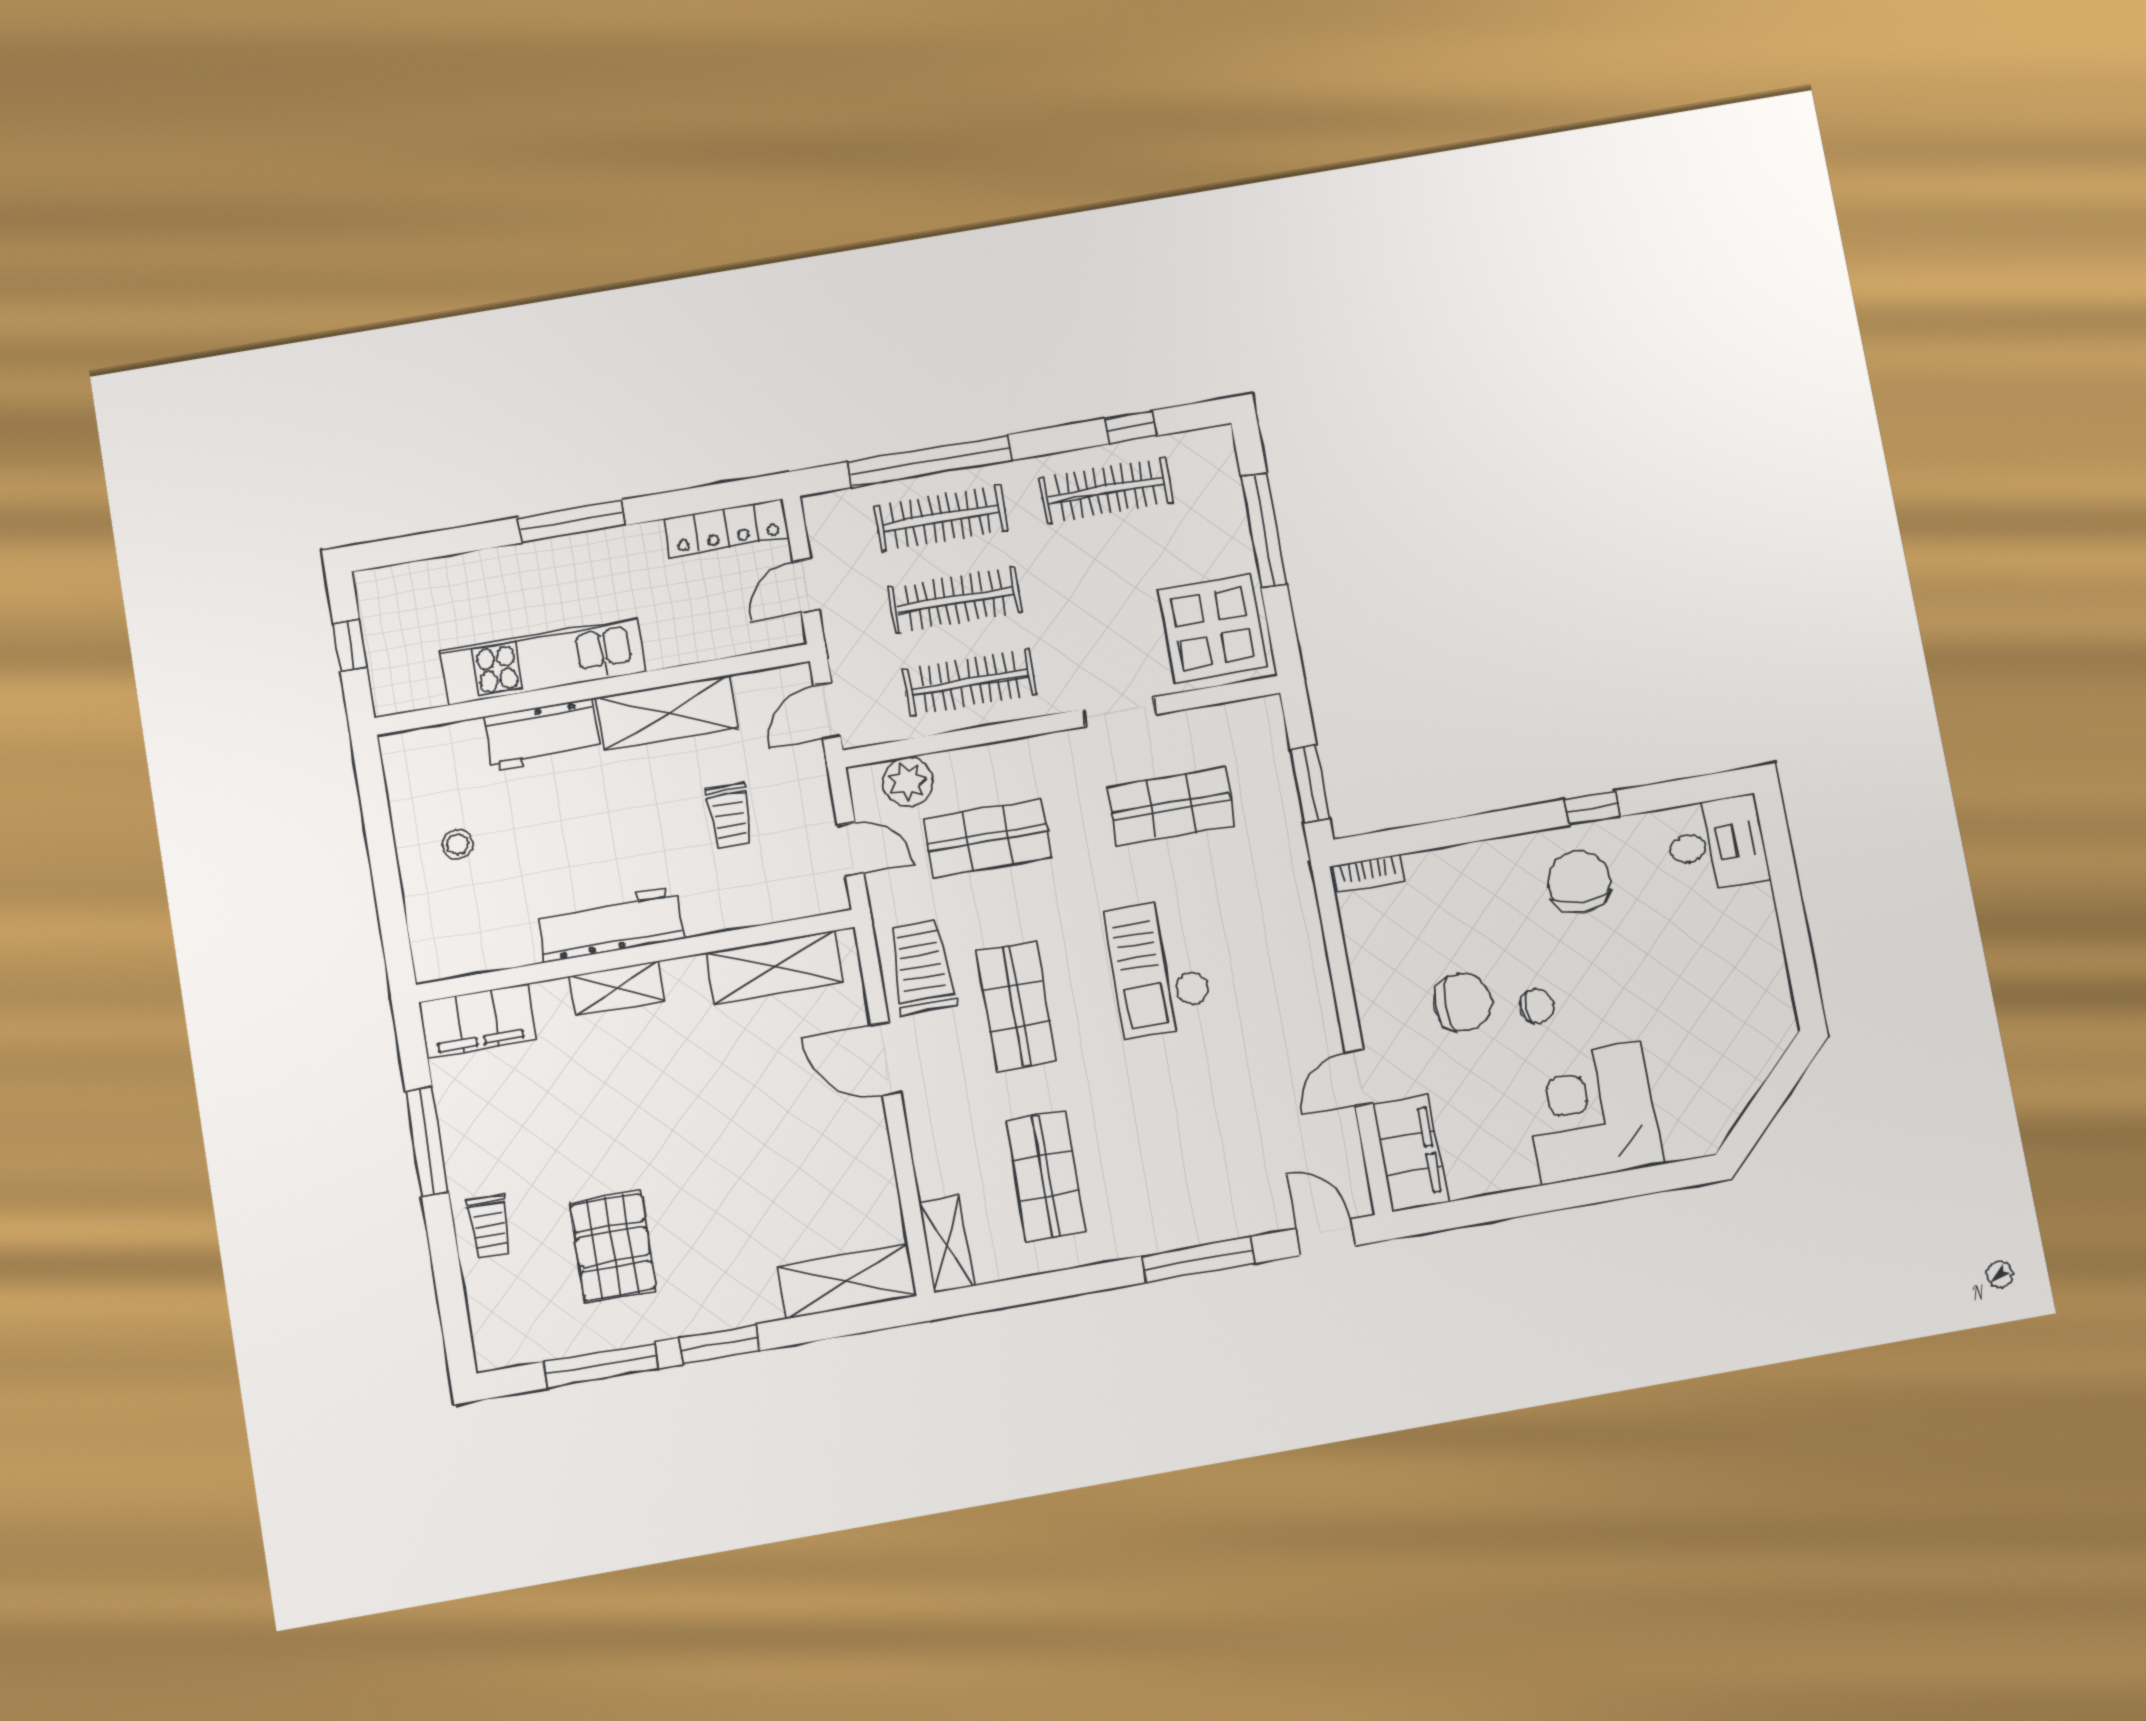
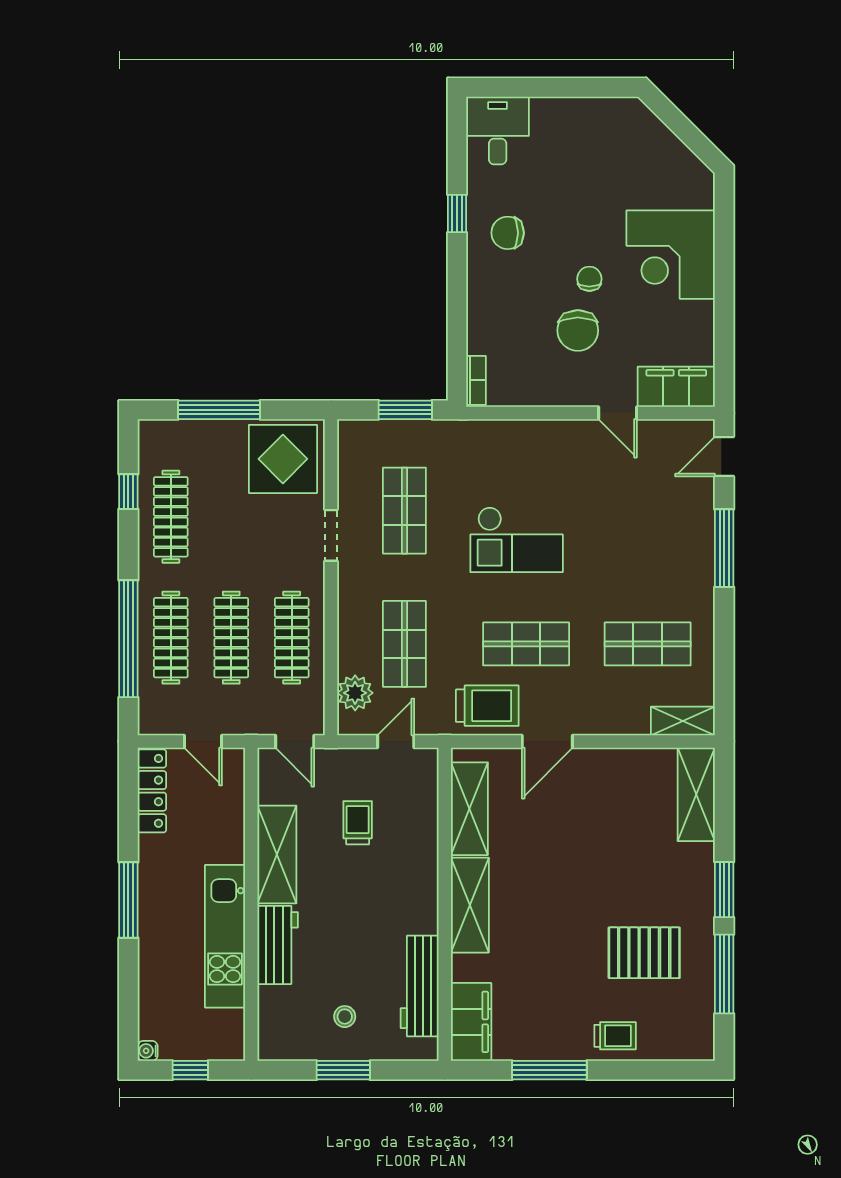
water cooler: (367, 583) -> (148, 1051), added
trolley: (729, 816) -> (358, 823), turned -90
window: (382, 855) -> (343, 1070), added
chair: (1579, 882) -> (508, 233), width x0.73, depth x0.73
workbench: (610, 925) -> (420, 986), moved
trolley: (921, 967) -> (487, 706), turned 180
shelving: (617, 988) -> (470, 905), width x1.50, depth x1.33
chair: (1463, 1002) -> (578, 330), turned 180

